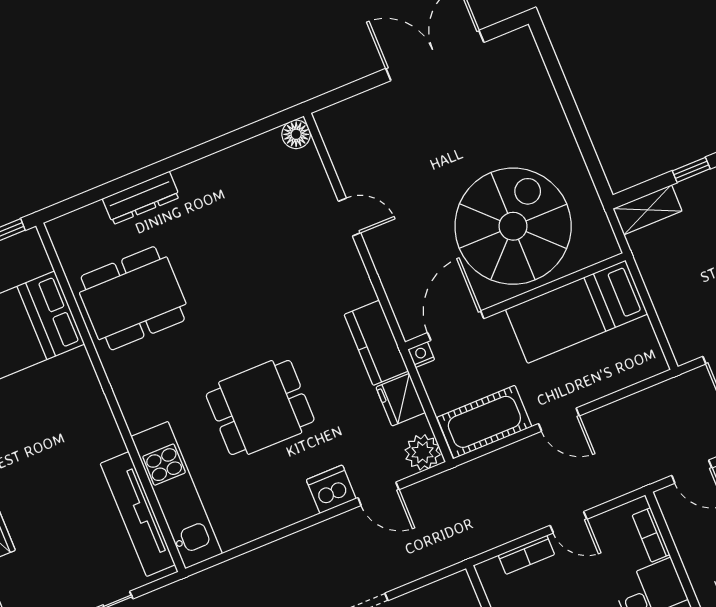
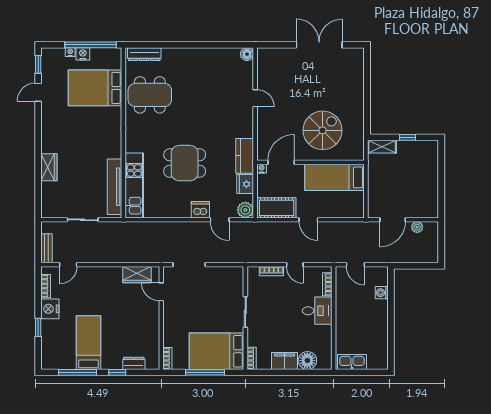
dresser: (141, 198) -> (144, 54), moved
spiral stairs: (513, 226) -> (323, 130), width x0.73, depth x0.73

